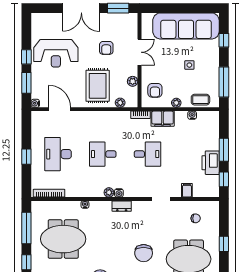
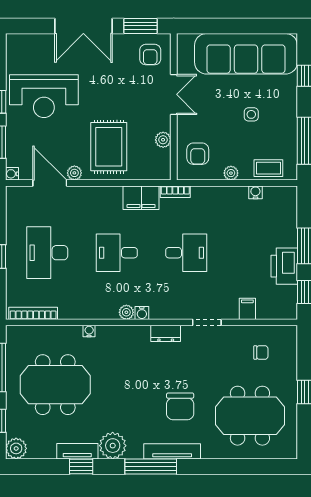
armchair: (106, 48) -> (150, 55), moved
plant: (120, 103) -> (74, 173), moved
filing cabinet: (163, 119) -> (141, 198), moved
dresser: (122, 206) -> (166, 333), moved

